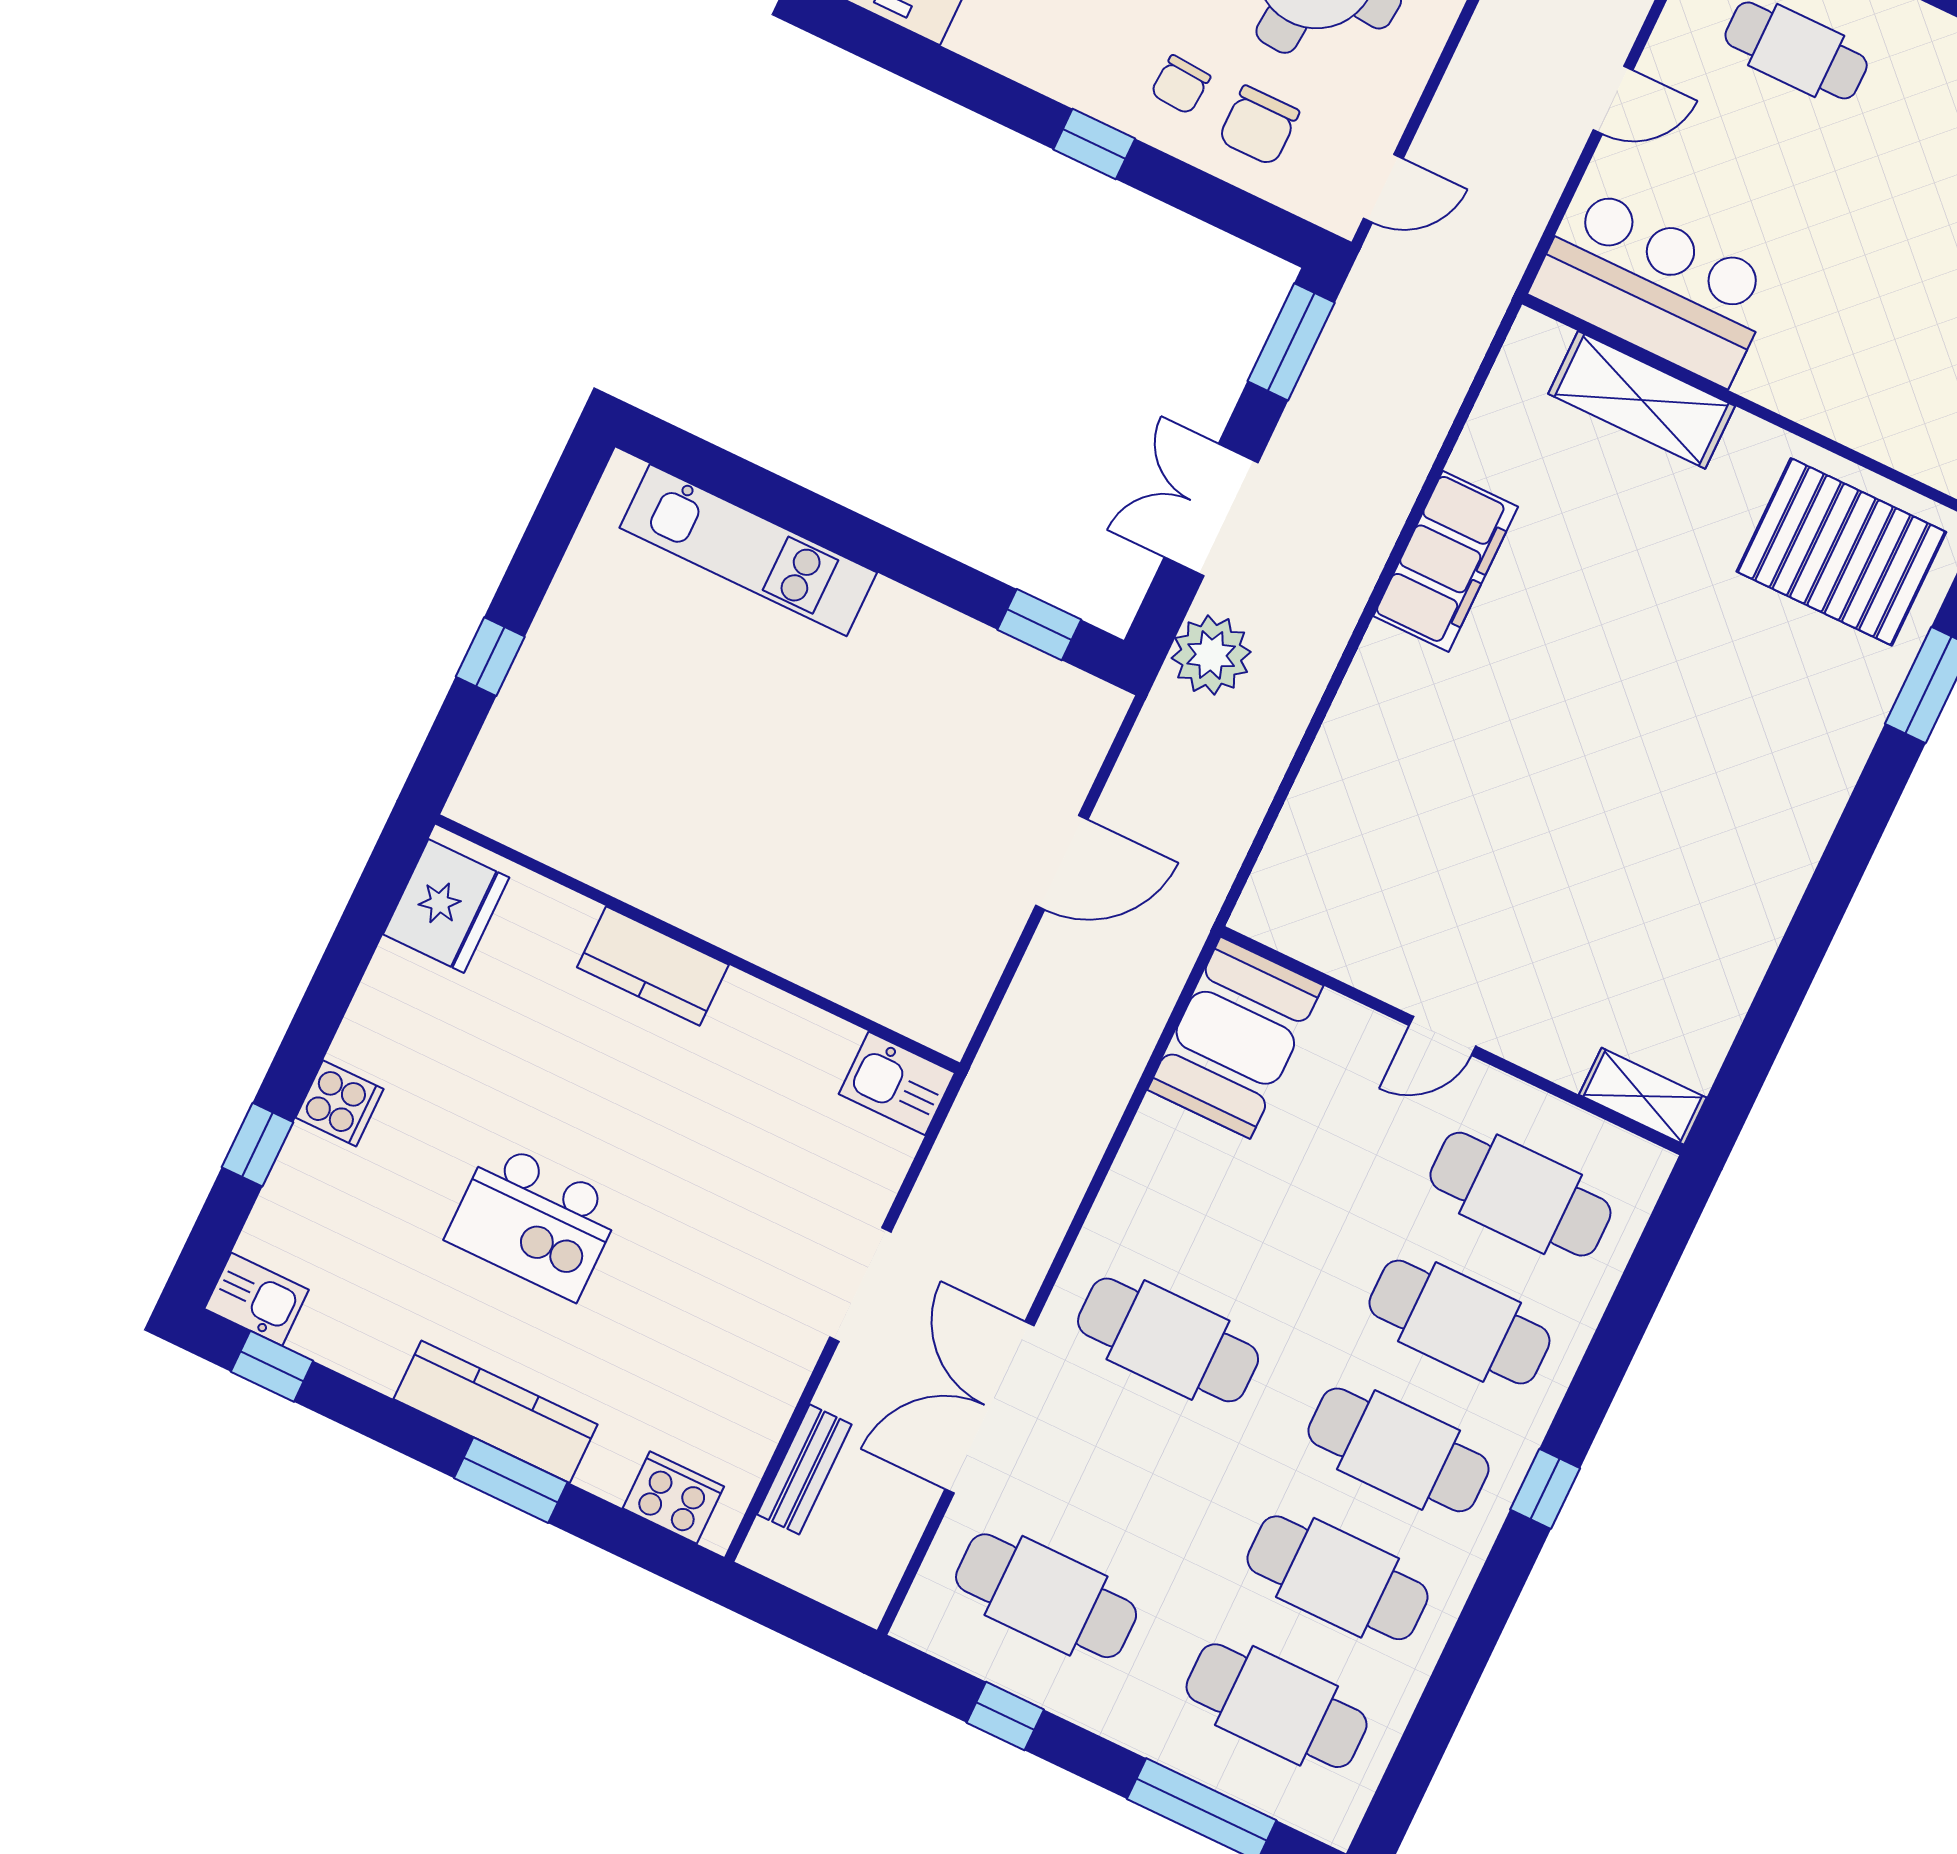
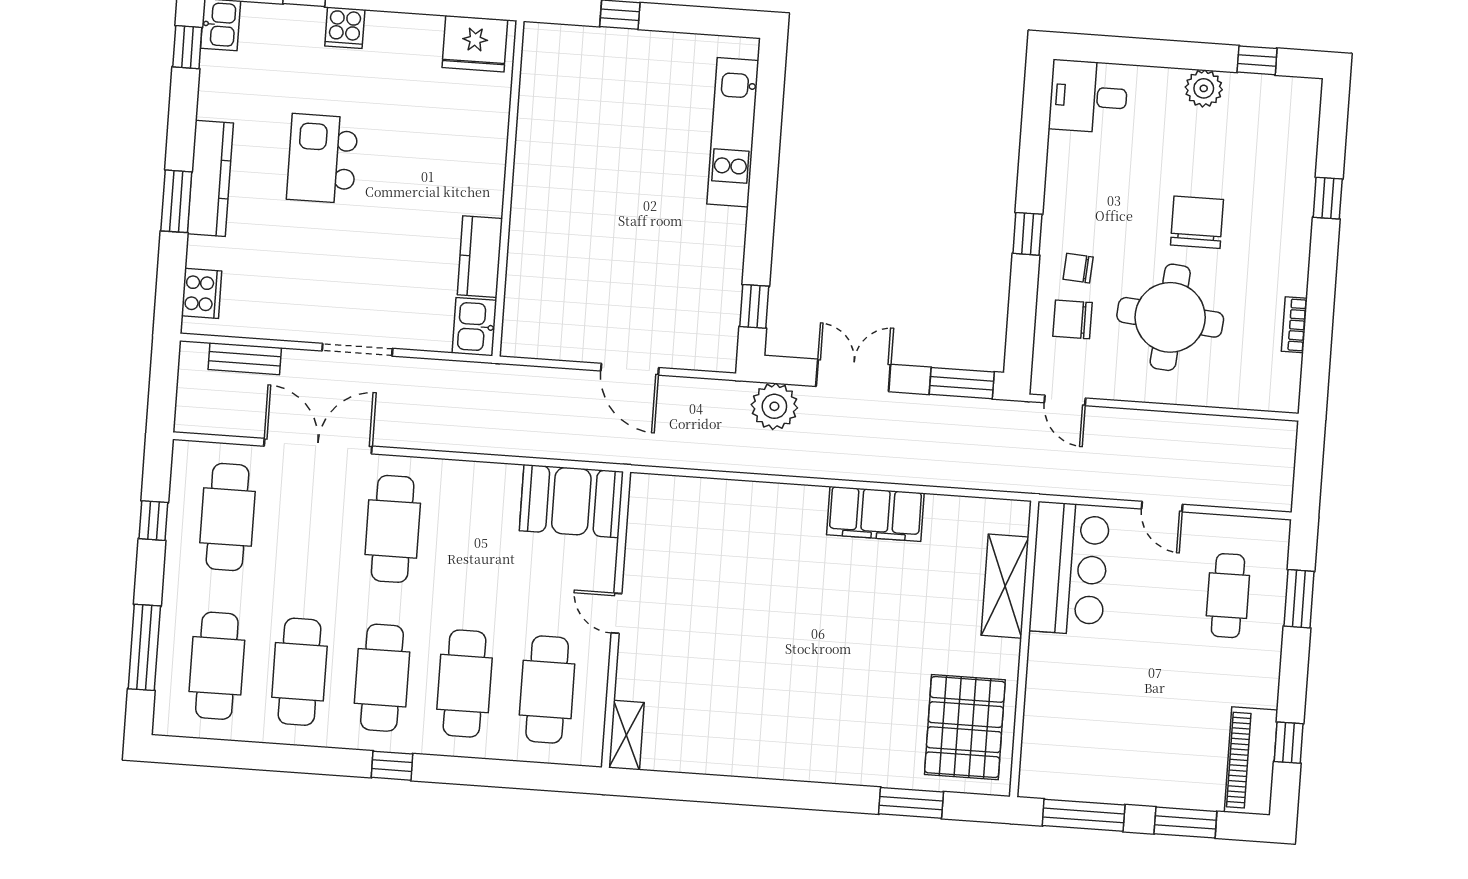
kitchen counter: (653, 966) -> (480, 257), moved

